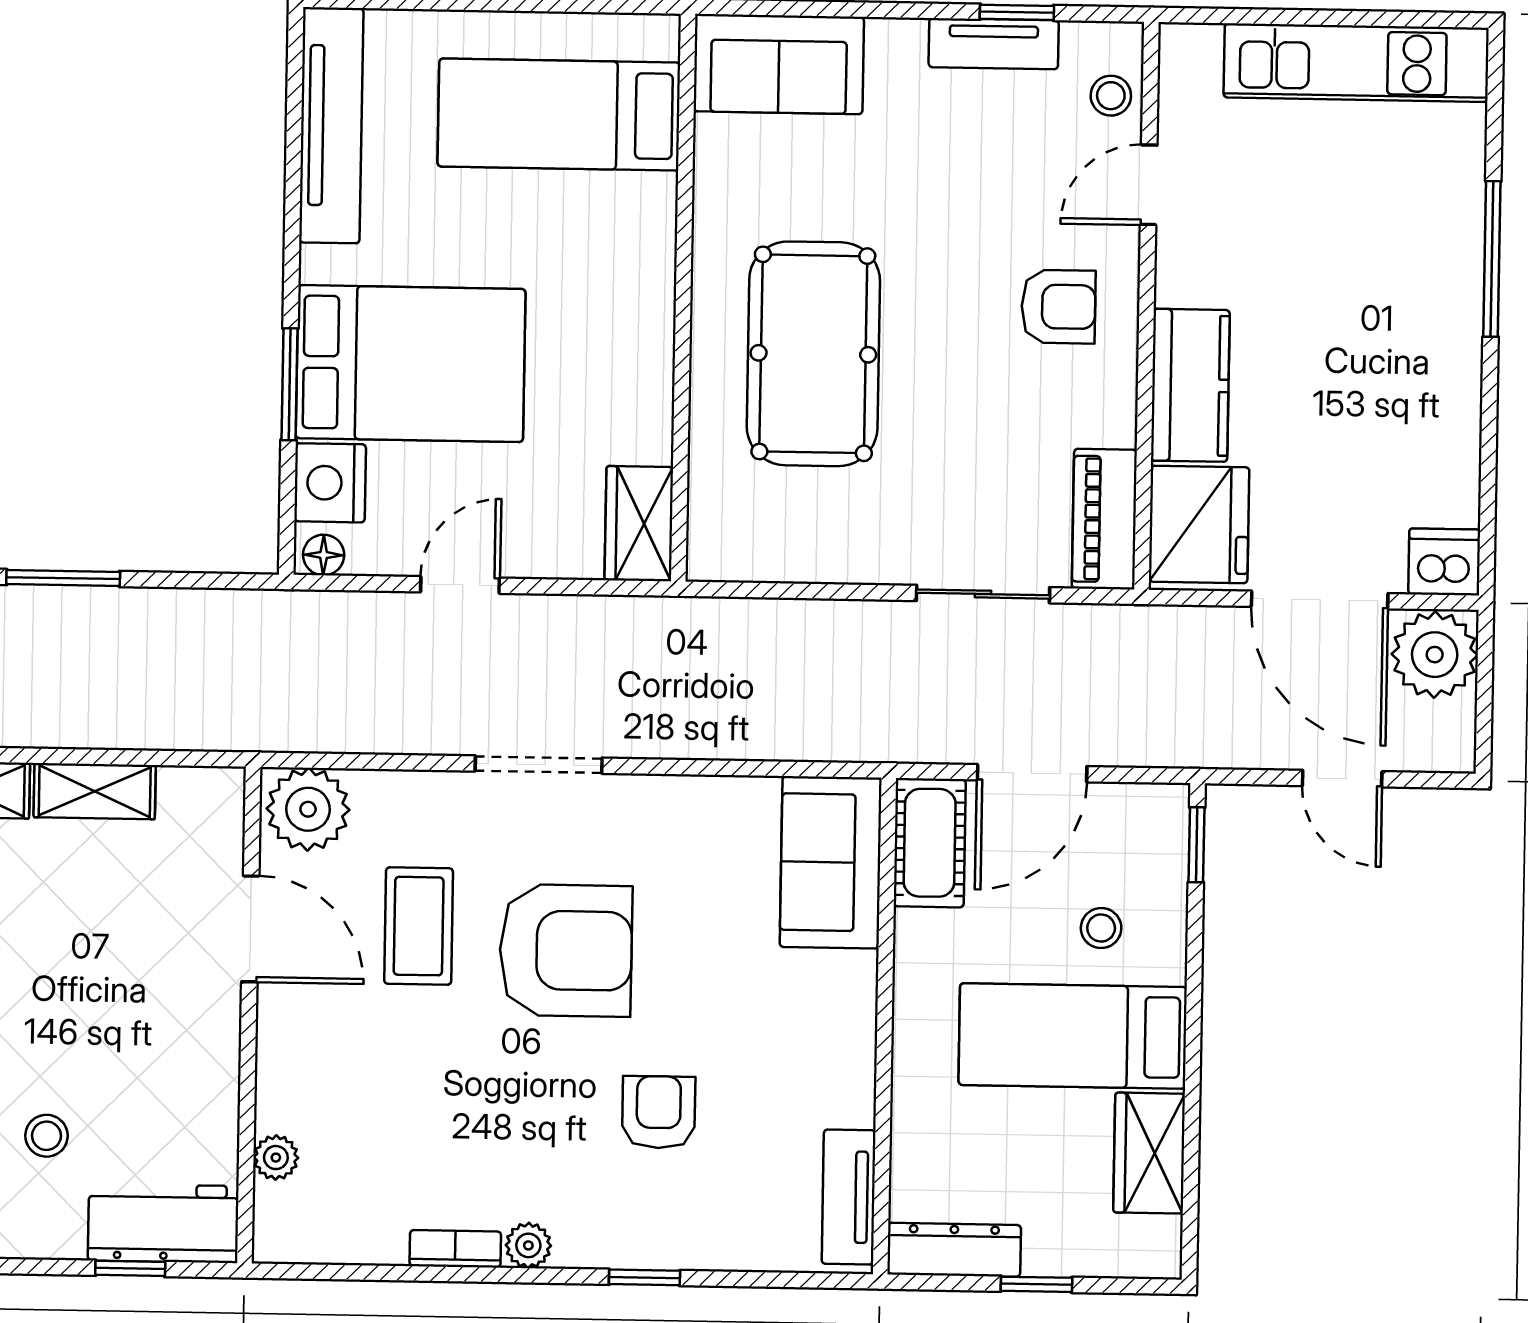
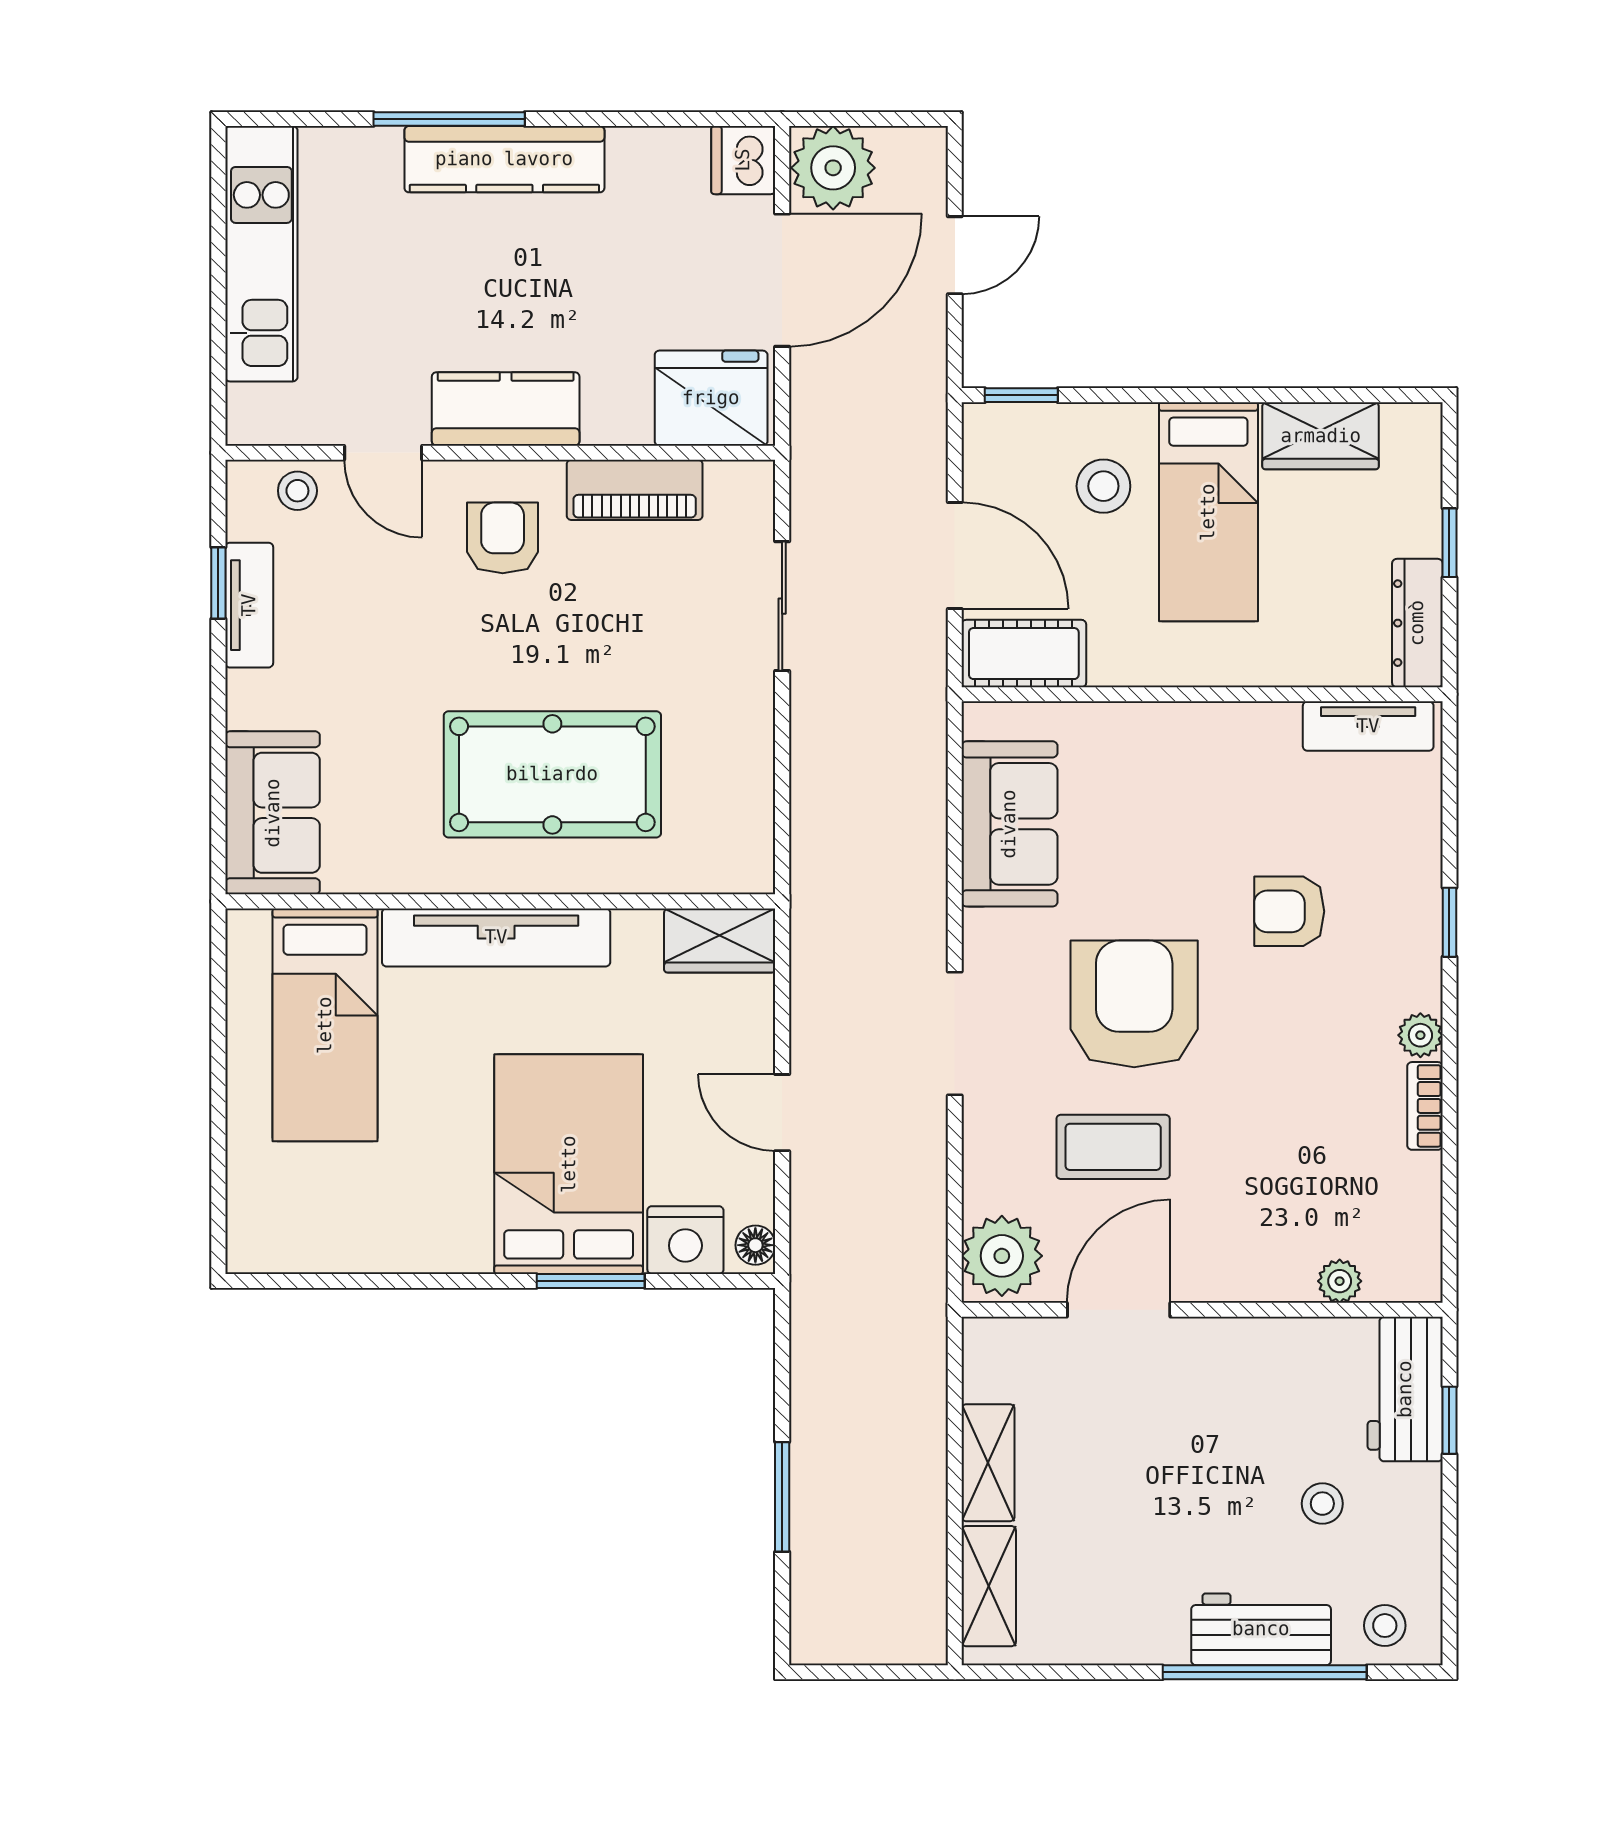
tv unit: (331, 125) -> (496, 937), moved, turned 180
kitchen counter: (1449, 315) -> (504, 159), added
kitchen counter: (1190, 385) -> (506, 409), moved
piano: (1104, 519) -> (635, 490), moved
sofa: (831, 862) -> (1009, 824), moved, turned -90
stool: (1101, 928) -> (1103, 486), width x1.37, depth x1.37

